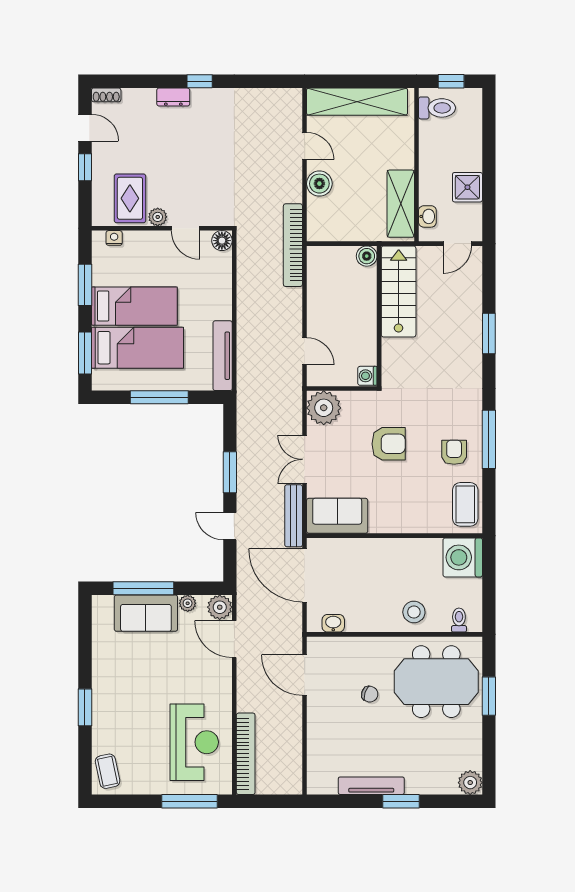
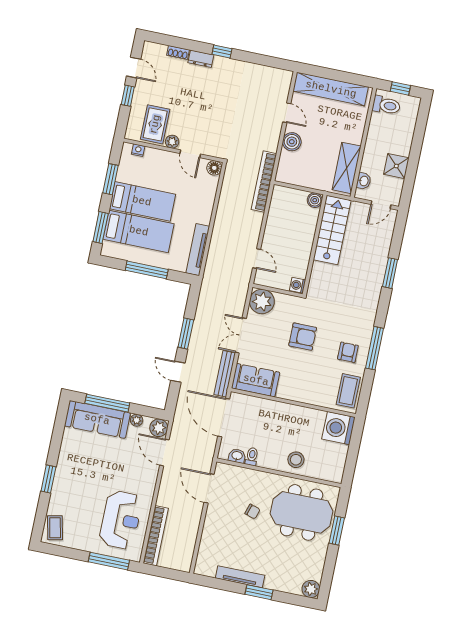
shoe rack: (106, 95) -> (178, 53), moved
sofa: (146, 613) -> (97, 419), width x1.36
toilet: (459, 620) -> (252, 457), moved

